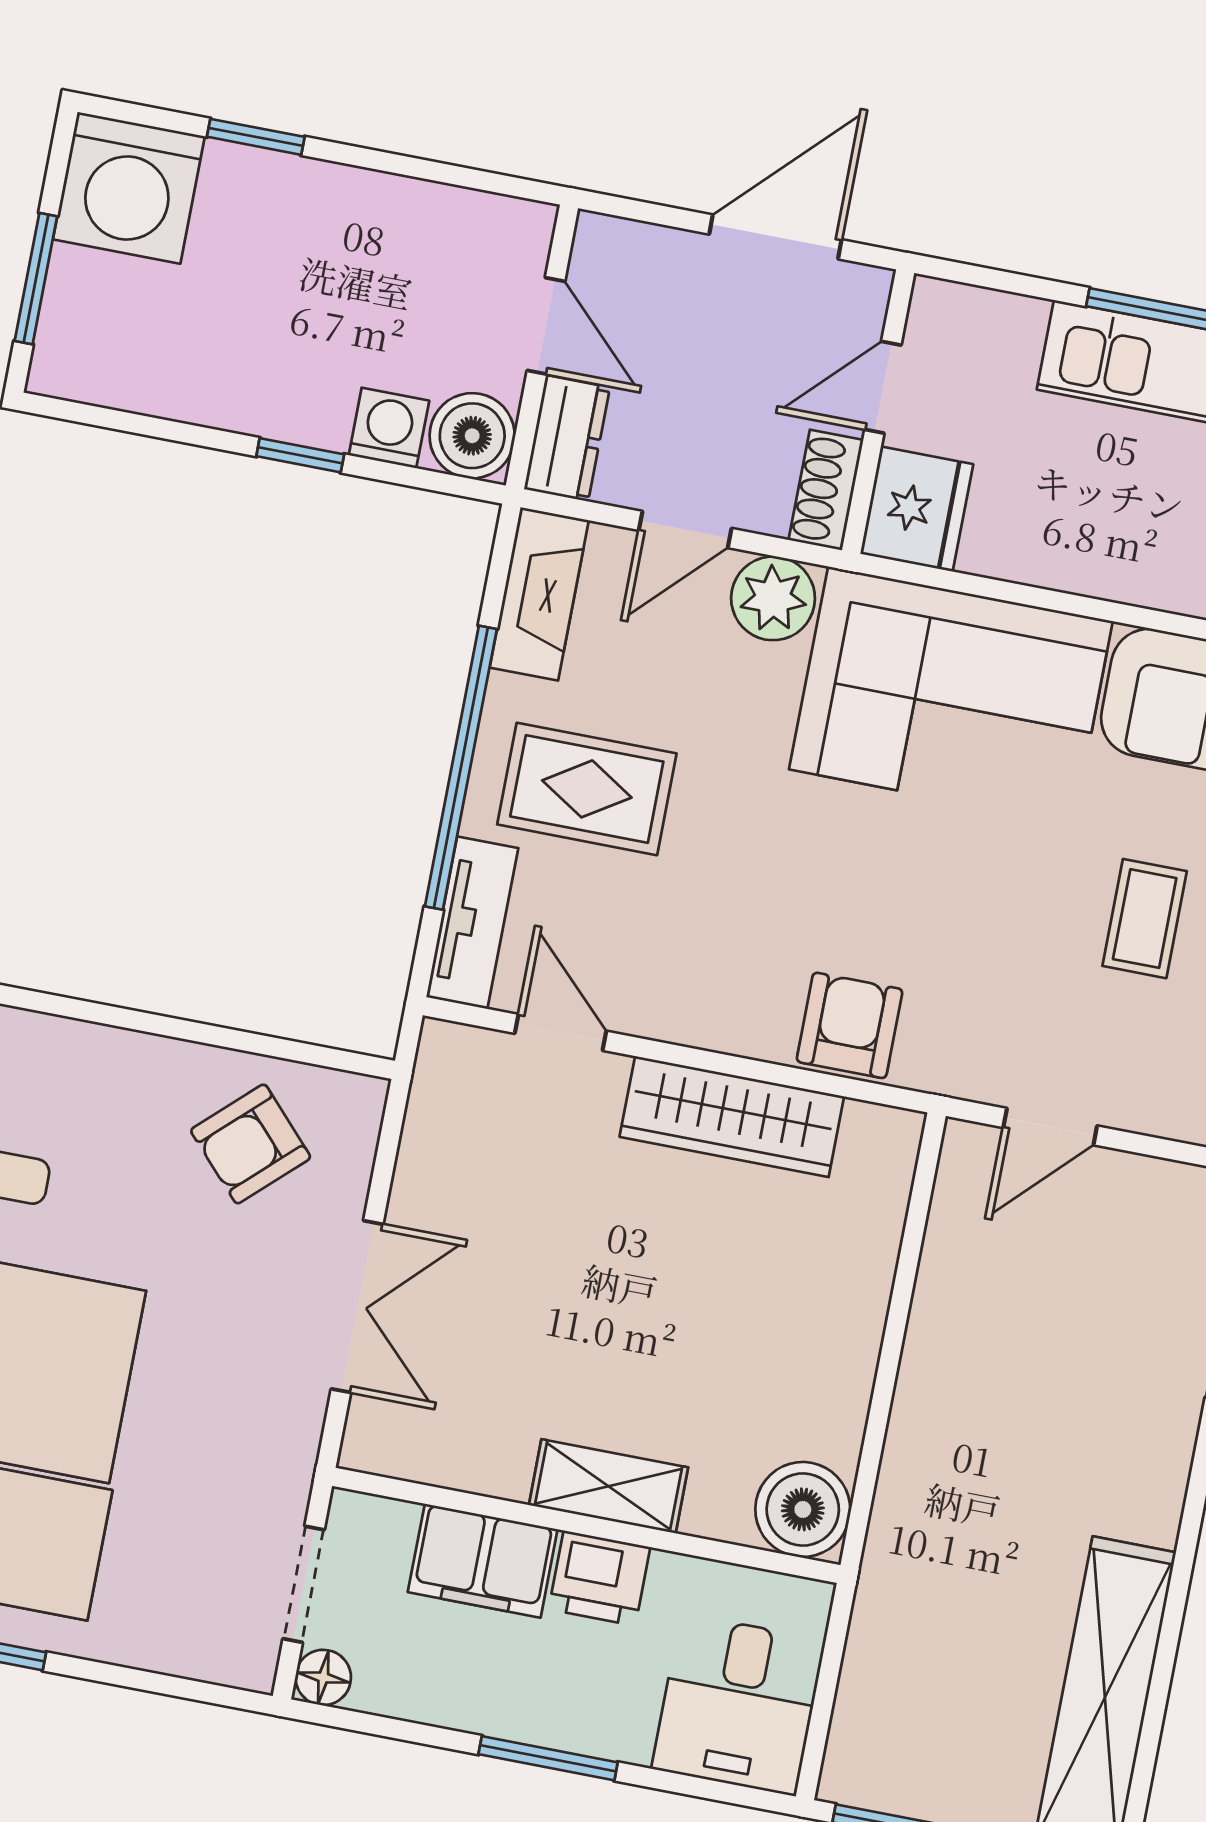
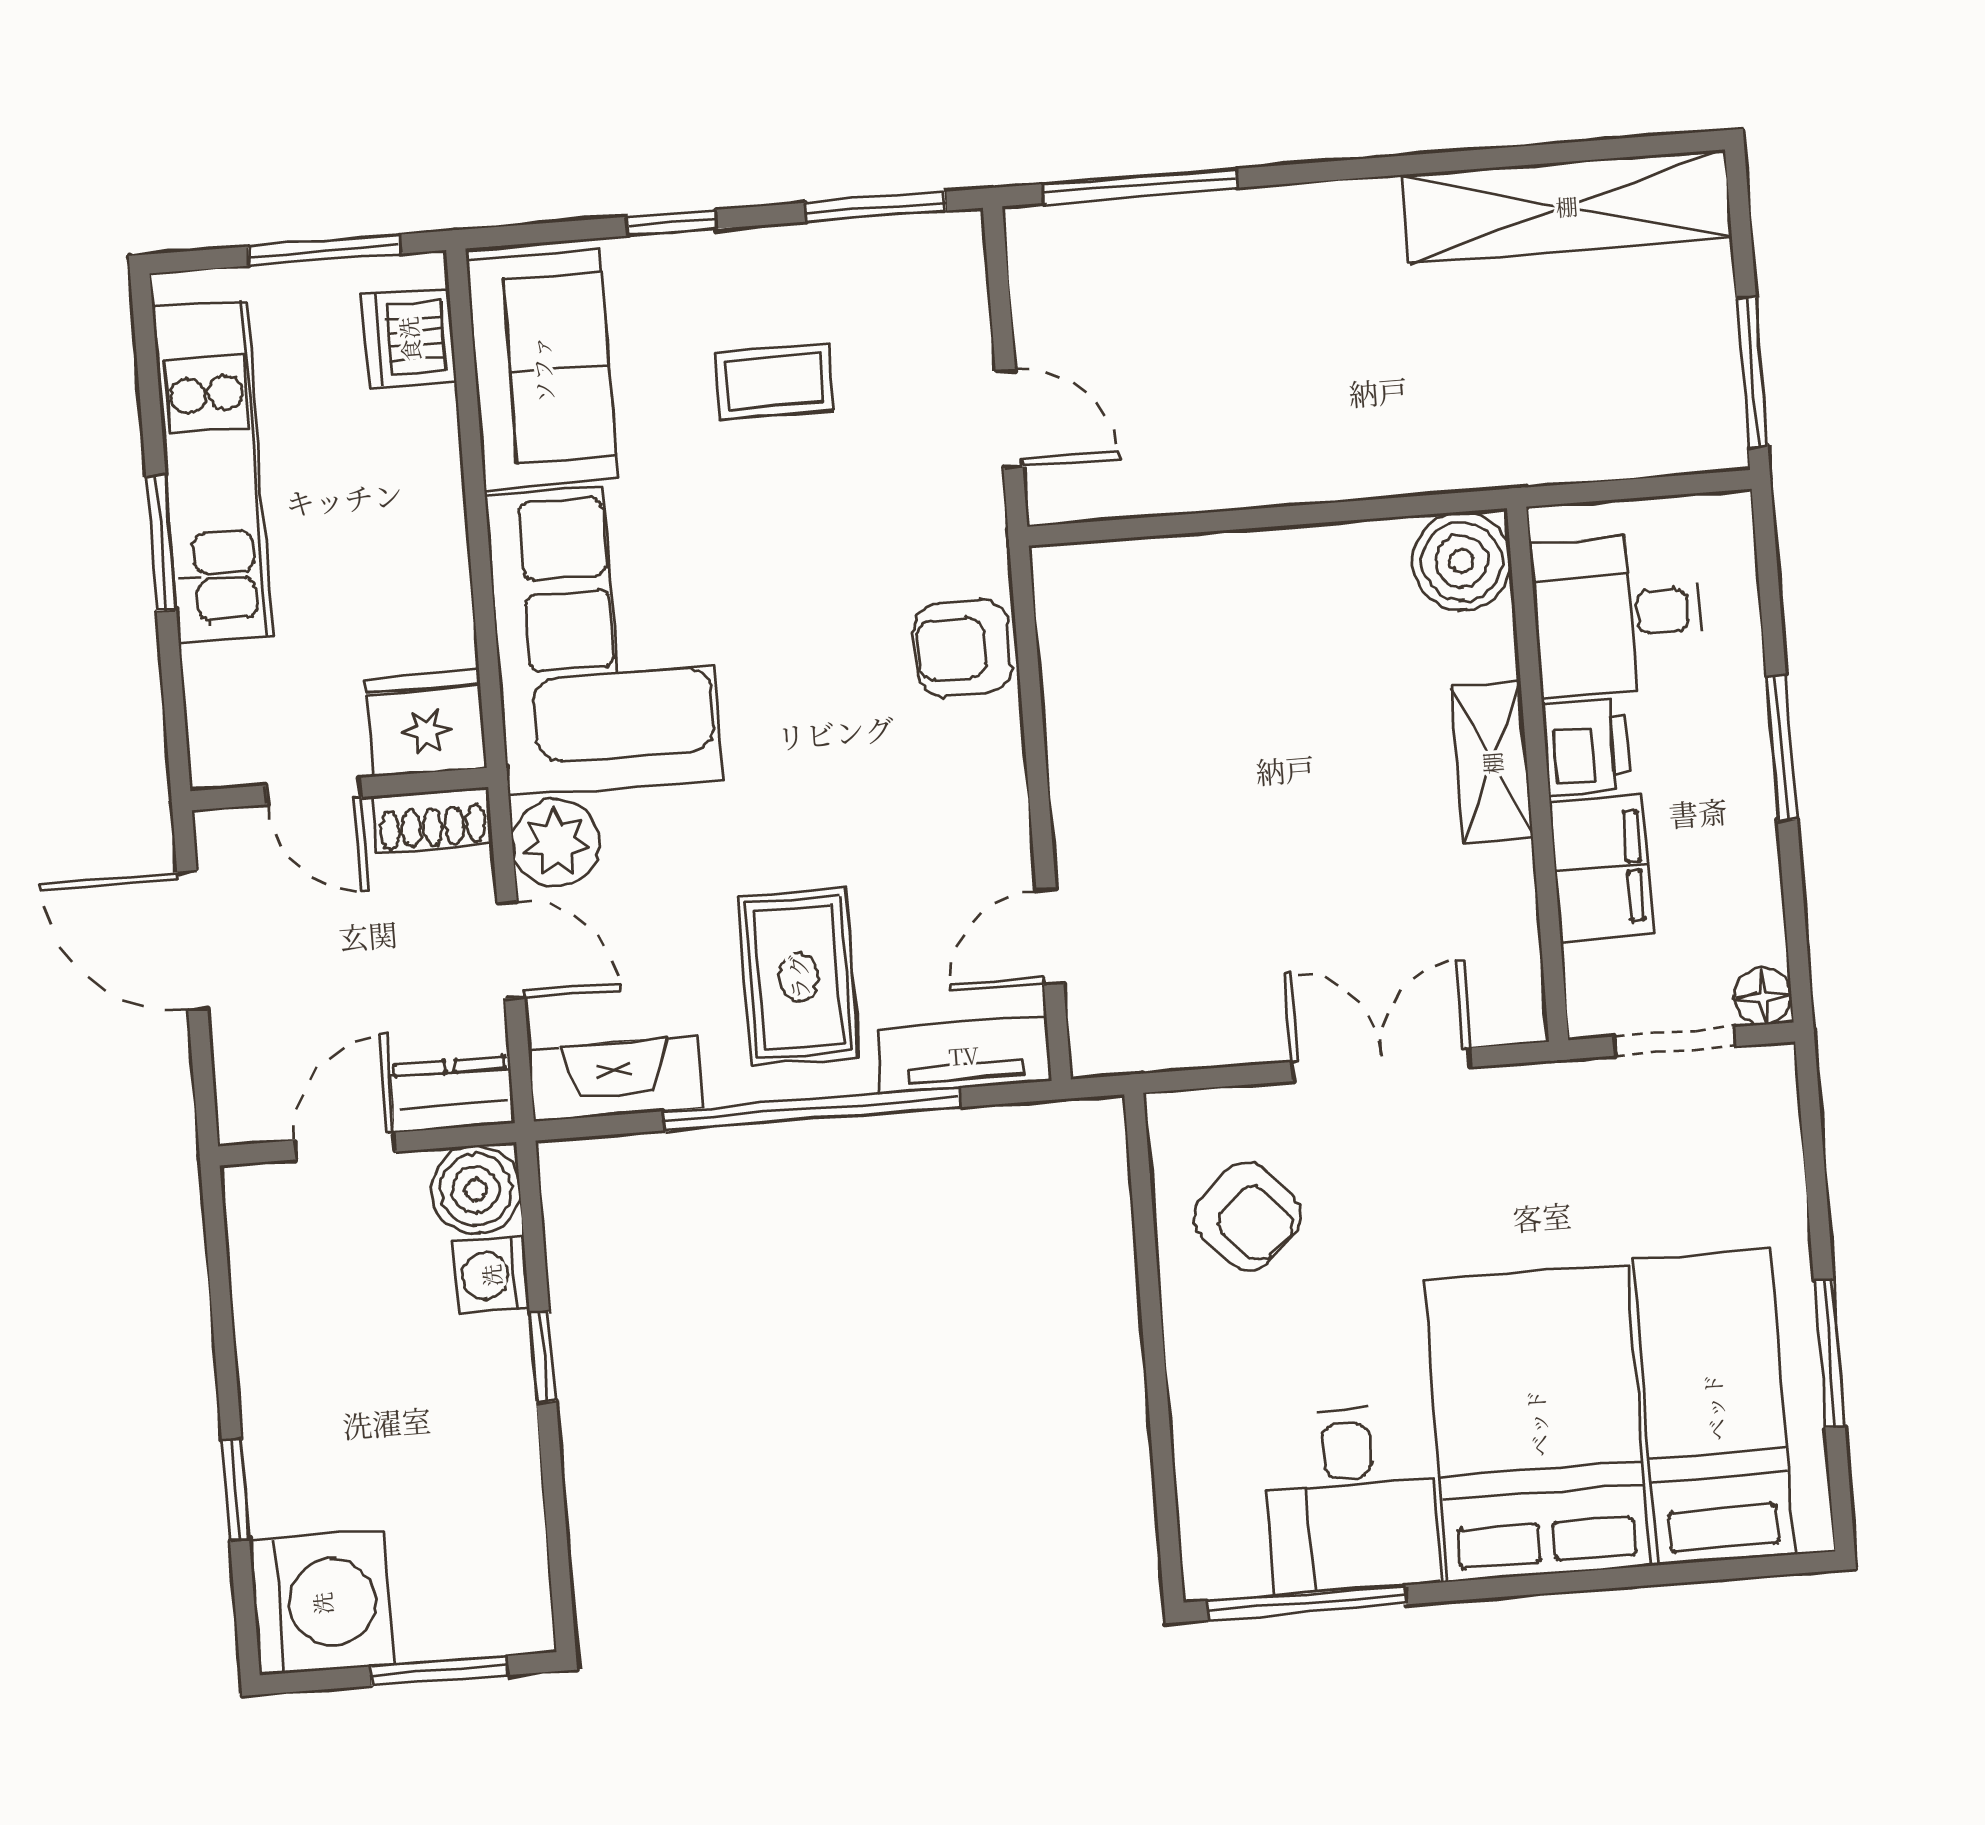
wardrobe: (732, 1117) -> (1087, 741), removed
desk: (738, 1705) -> (1618, 614), moved, turned 180

